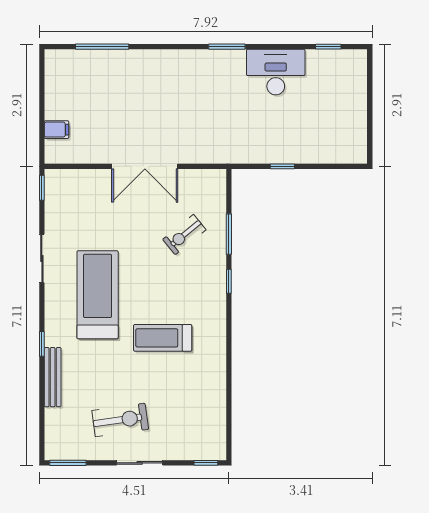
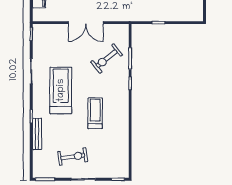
exercise bike: (184, 235) -> (107, 59), width x1.38, depth x1.39
treadmill: (163, 338) -> (95, 113), turned 90

